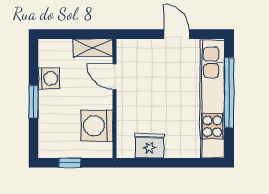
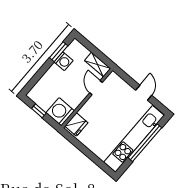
window: (33, 102) -> (59, 52), moved
washing machine: (97, 126) -> (60, 112), moved
fridge: (149, 146) -> (76, 124), moved, turned 90

